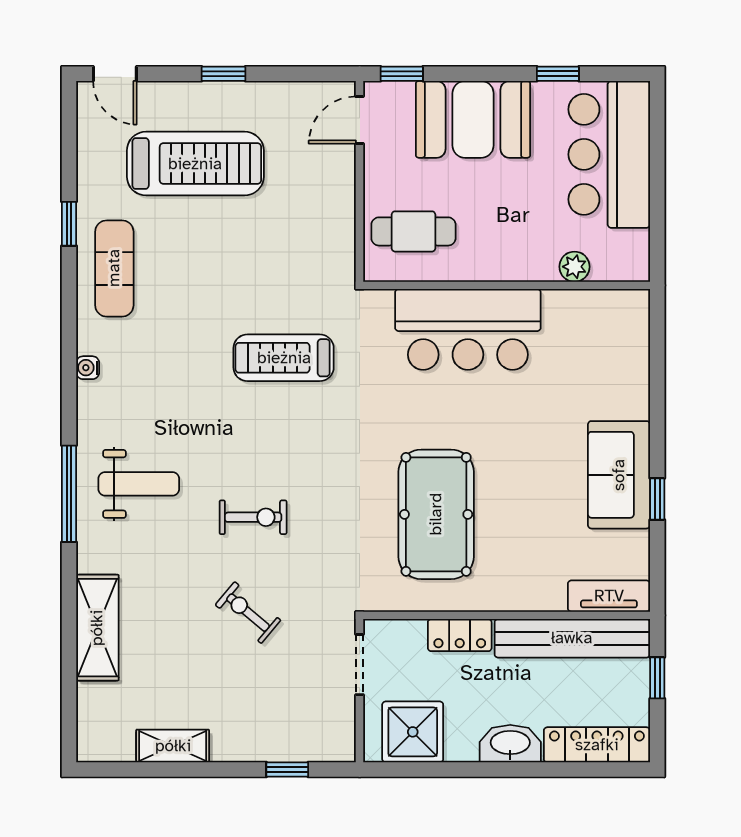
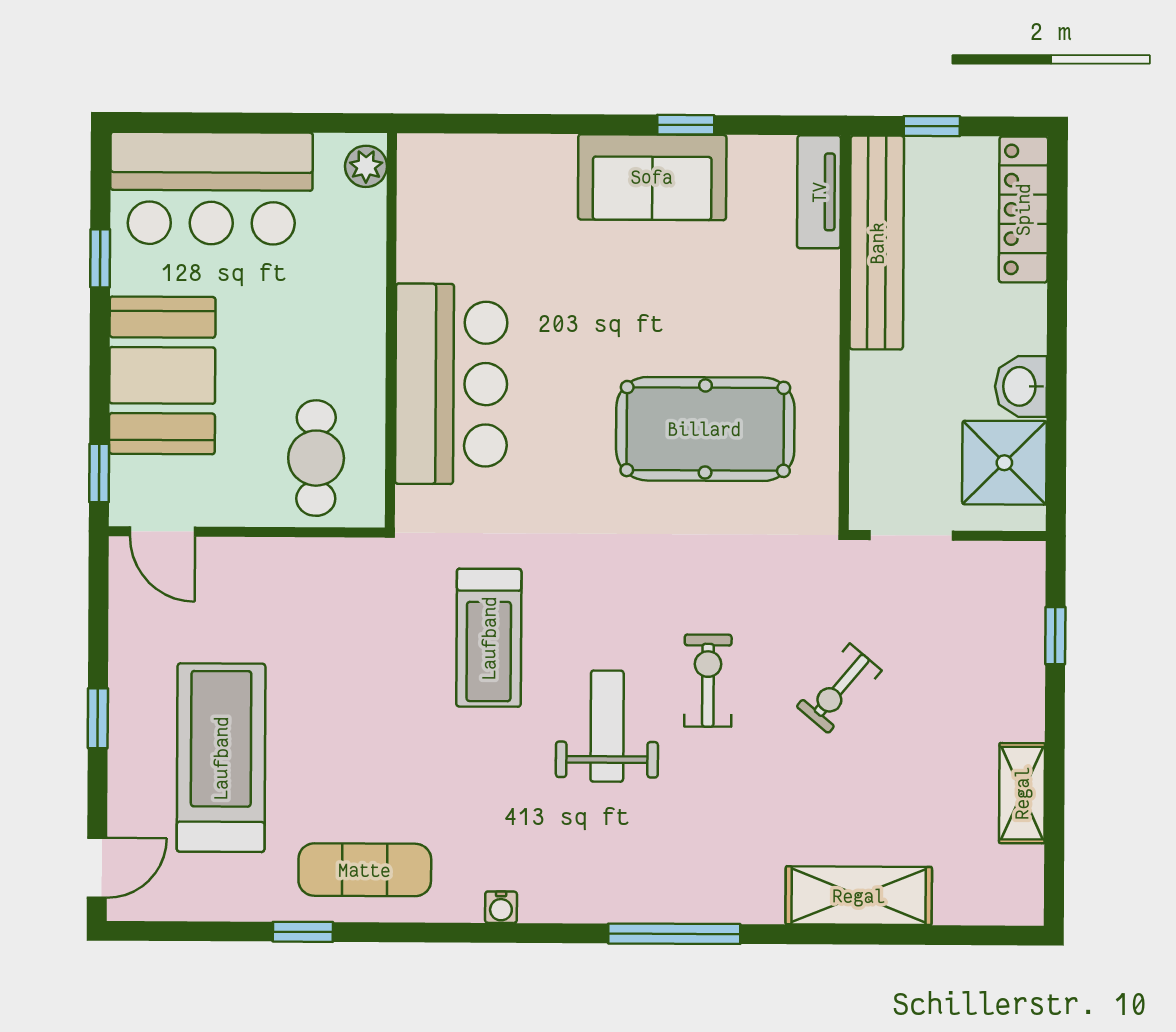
plant: (574, 267) -> (366, 166), moved
weight bench: (139, 484) -> (607, 726), moved
locker: (460, 635) -> (872, 397), removed
washbasin: (510, 744) -> (1021, 386), moved, width x0.72

